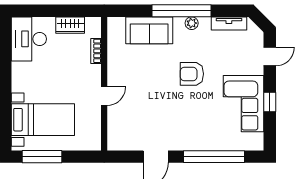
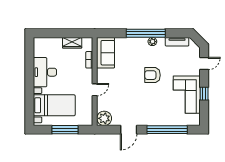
sofa: (149, 30) -> (106, 53), moved, turned -90
desk: (29, 39) -> (45, 72), moved
plant: (119, 140) -> (104, 118), added
window: (42, 157) -> (65, 130), moved

